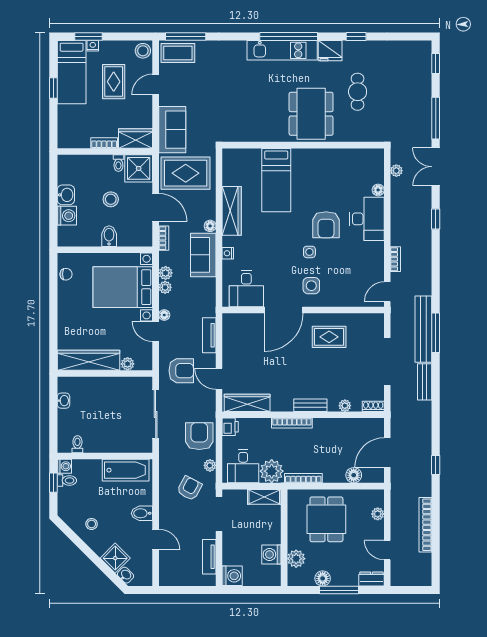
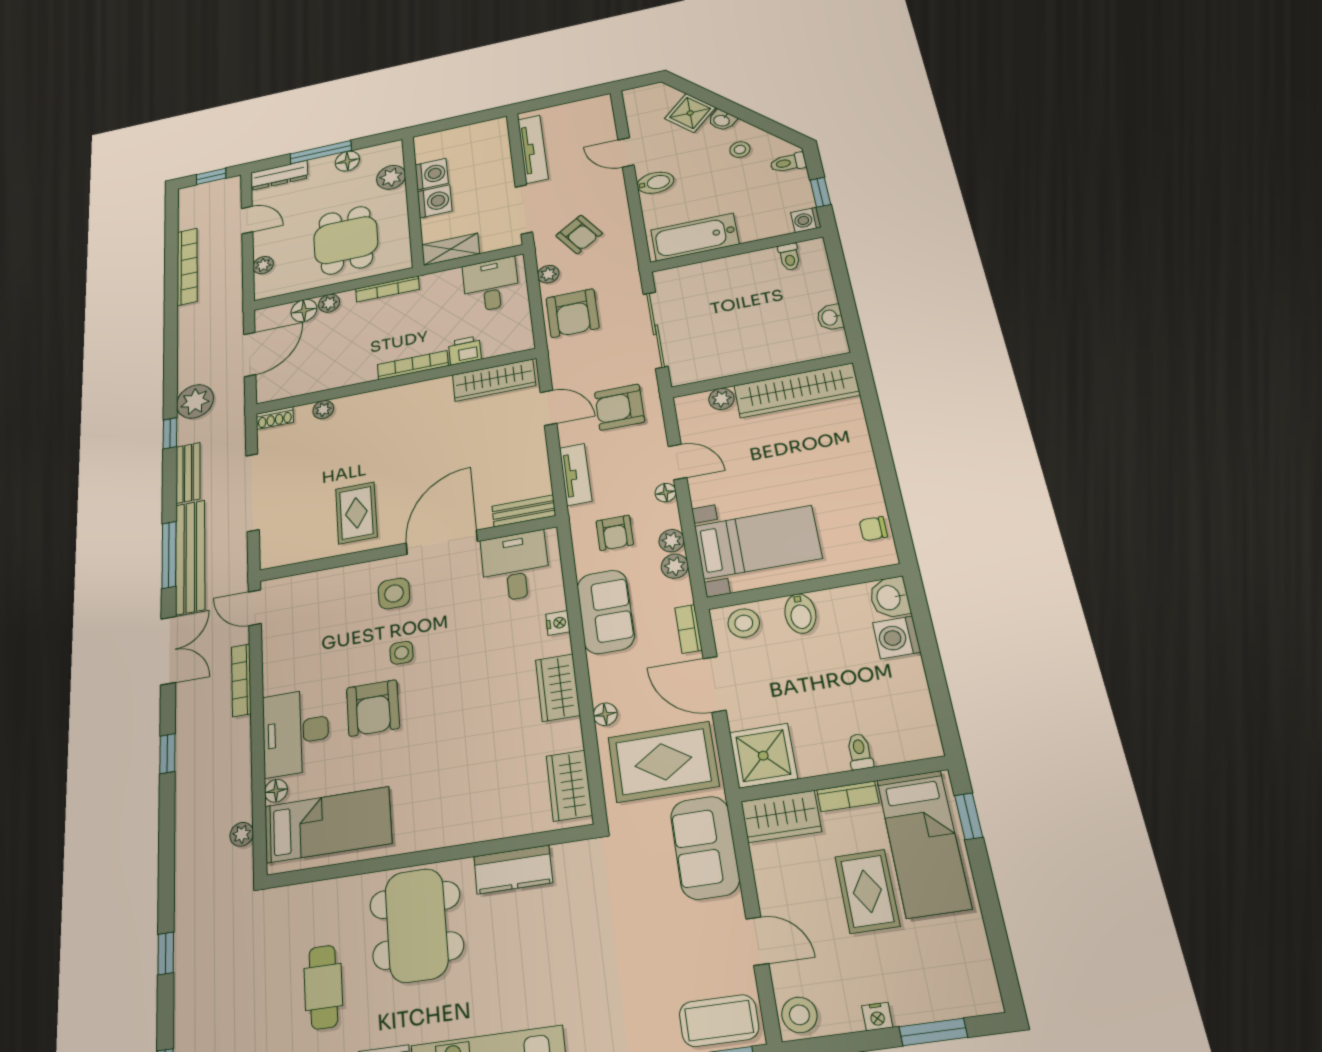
nightstand: (93, 46) -> (877, 1017), moved
bed: (72, 72) -> (924, 843), moved, turned 180
rug: (114, 82) -> (867, 891), moved
door: (156, 84) -> (757, 941), hinge flipped
window: (53, 88) -> (969, 816), moved
window: (436, 118) -> (166, 953), width x0.46
kitchen counter: (263, 133) -> (513, 870), added
toilet: (118, 163) -> (860, 752), moved
double door: (436, 167) -> (168, 650), moved
wardrobe: (232, 169) -> (569, 786), added
bed: (276, 180) -> (328, 825), moved, turned 90
washbasin: (66, 195) -> (890, 597), moved
stool: (111, 199) -> (744, 623), moved
wardrobe: (232, 211) -> (558, 688), width x0.67
armchair: (326, 225) -> (373, 708), turned 180
floor lamp: (210, 226) -> (605, 714), moved
bookcase: (395, 259) -> (241, 680), width x1.56
bed with nightstands: (123, 287) -> (758, 542), width x0.73
door: (387, 292) -> (255, 608), swing flipped
armchair: (193, 297) -> (615, 533), added
rug: (329, 337) -> (356, 513), turned 90
bench: (310, 405) -> (524, 511), moved
printer: (230, 427) -> (465, 350), moved, turned 90
plant: (420, 428) -> (195, 401), added
window: (436, 465) -> (170, 433), moved
plant: (272, 471) -> (329, 303), moved, width x0.53, depth x0.53
toilet: (67, 480) -> (788, 163), moved
armchair: (189, 488) -> (579, 234), turned -62
tv unit: (209, 557) -> (533, 149), width x1.41
washbasin: (126, 575) -> (722, 120), moved
washing machine: (232, 576) -> (435, 201), moved, turned 180
dresser: (371, 579) -> (279, 175), width x1.44
window: (410, 590) -> (211, 176), added

